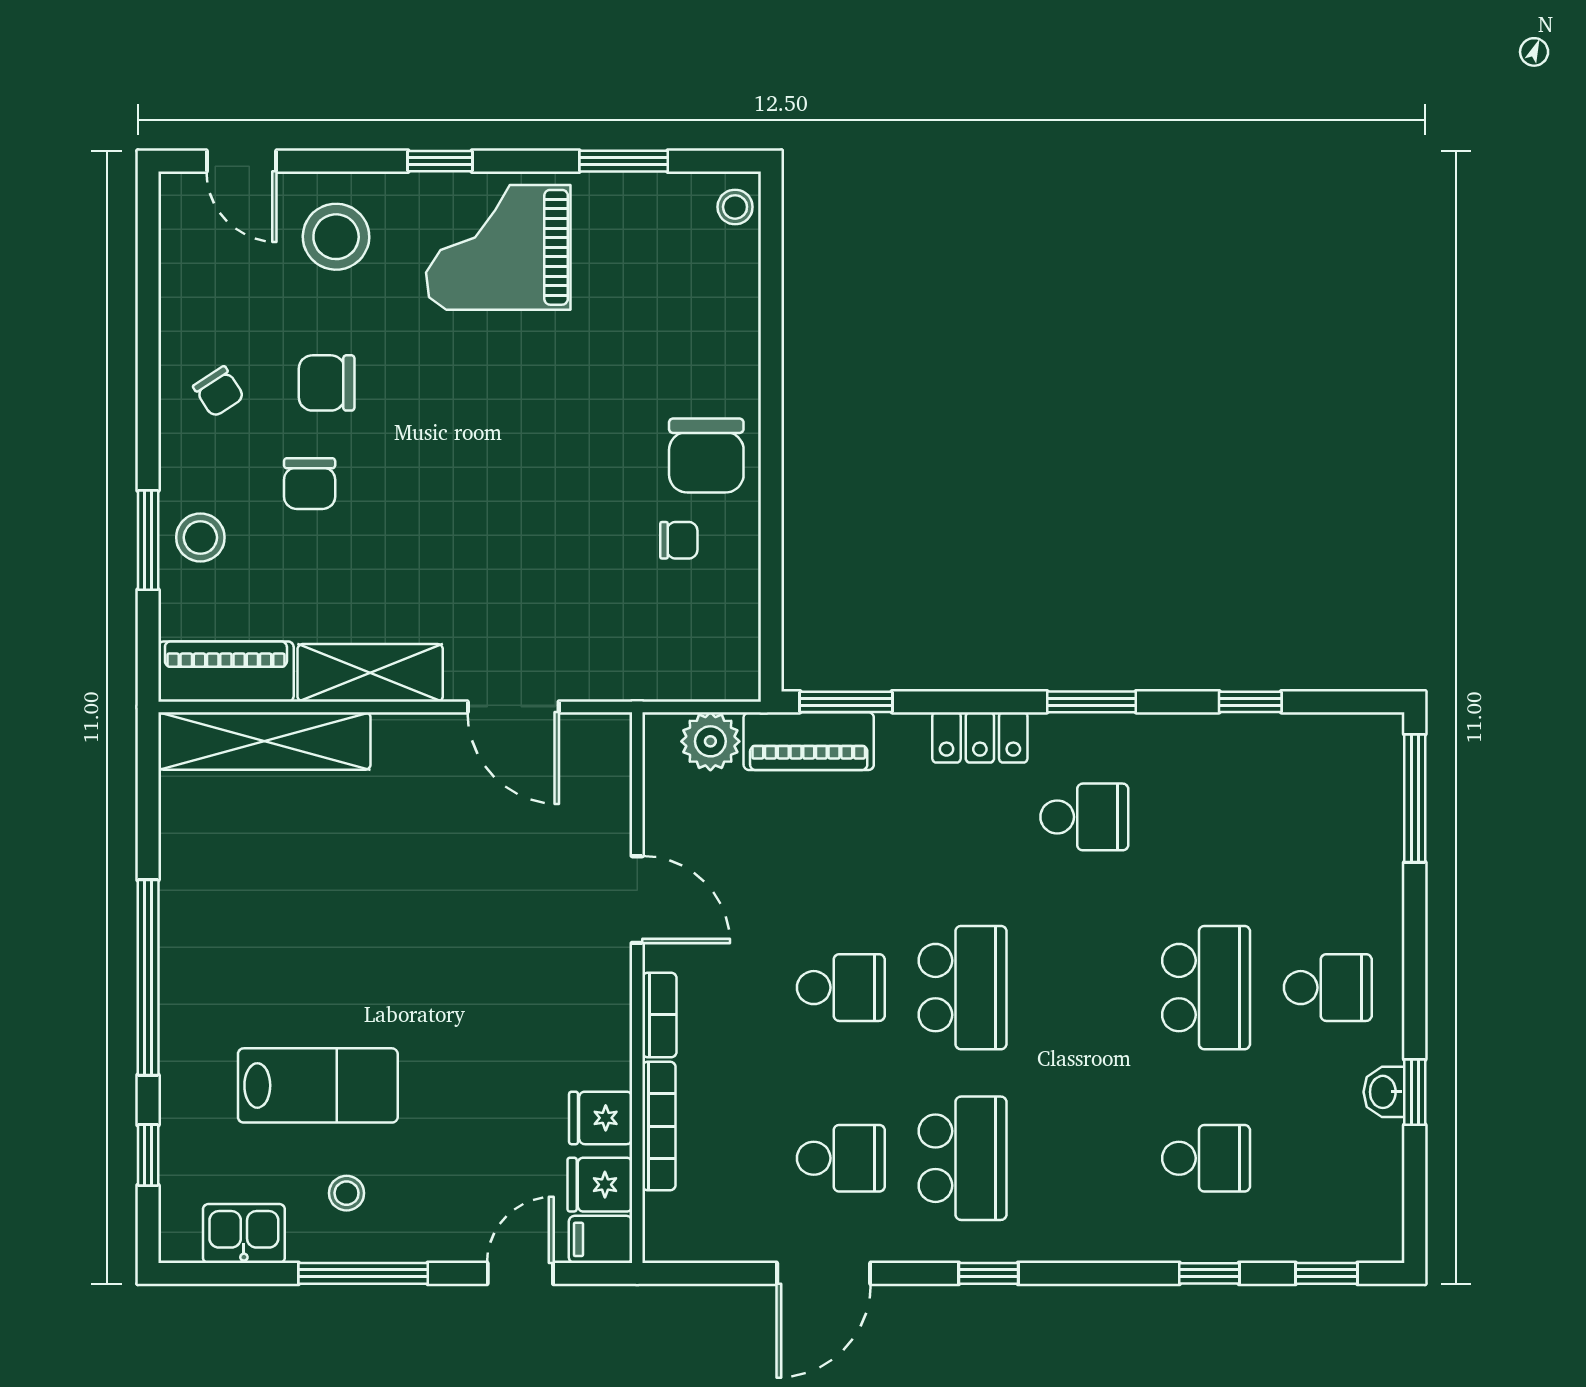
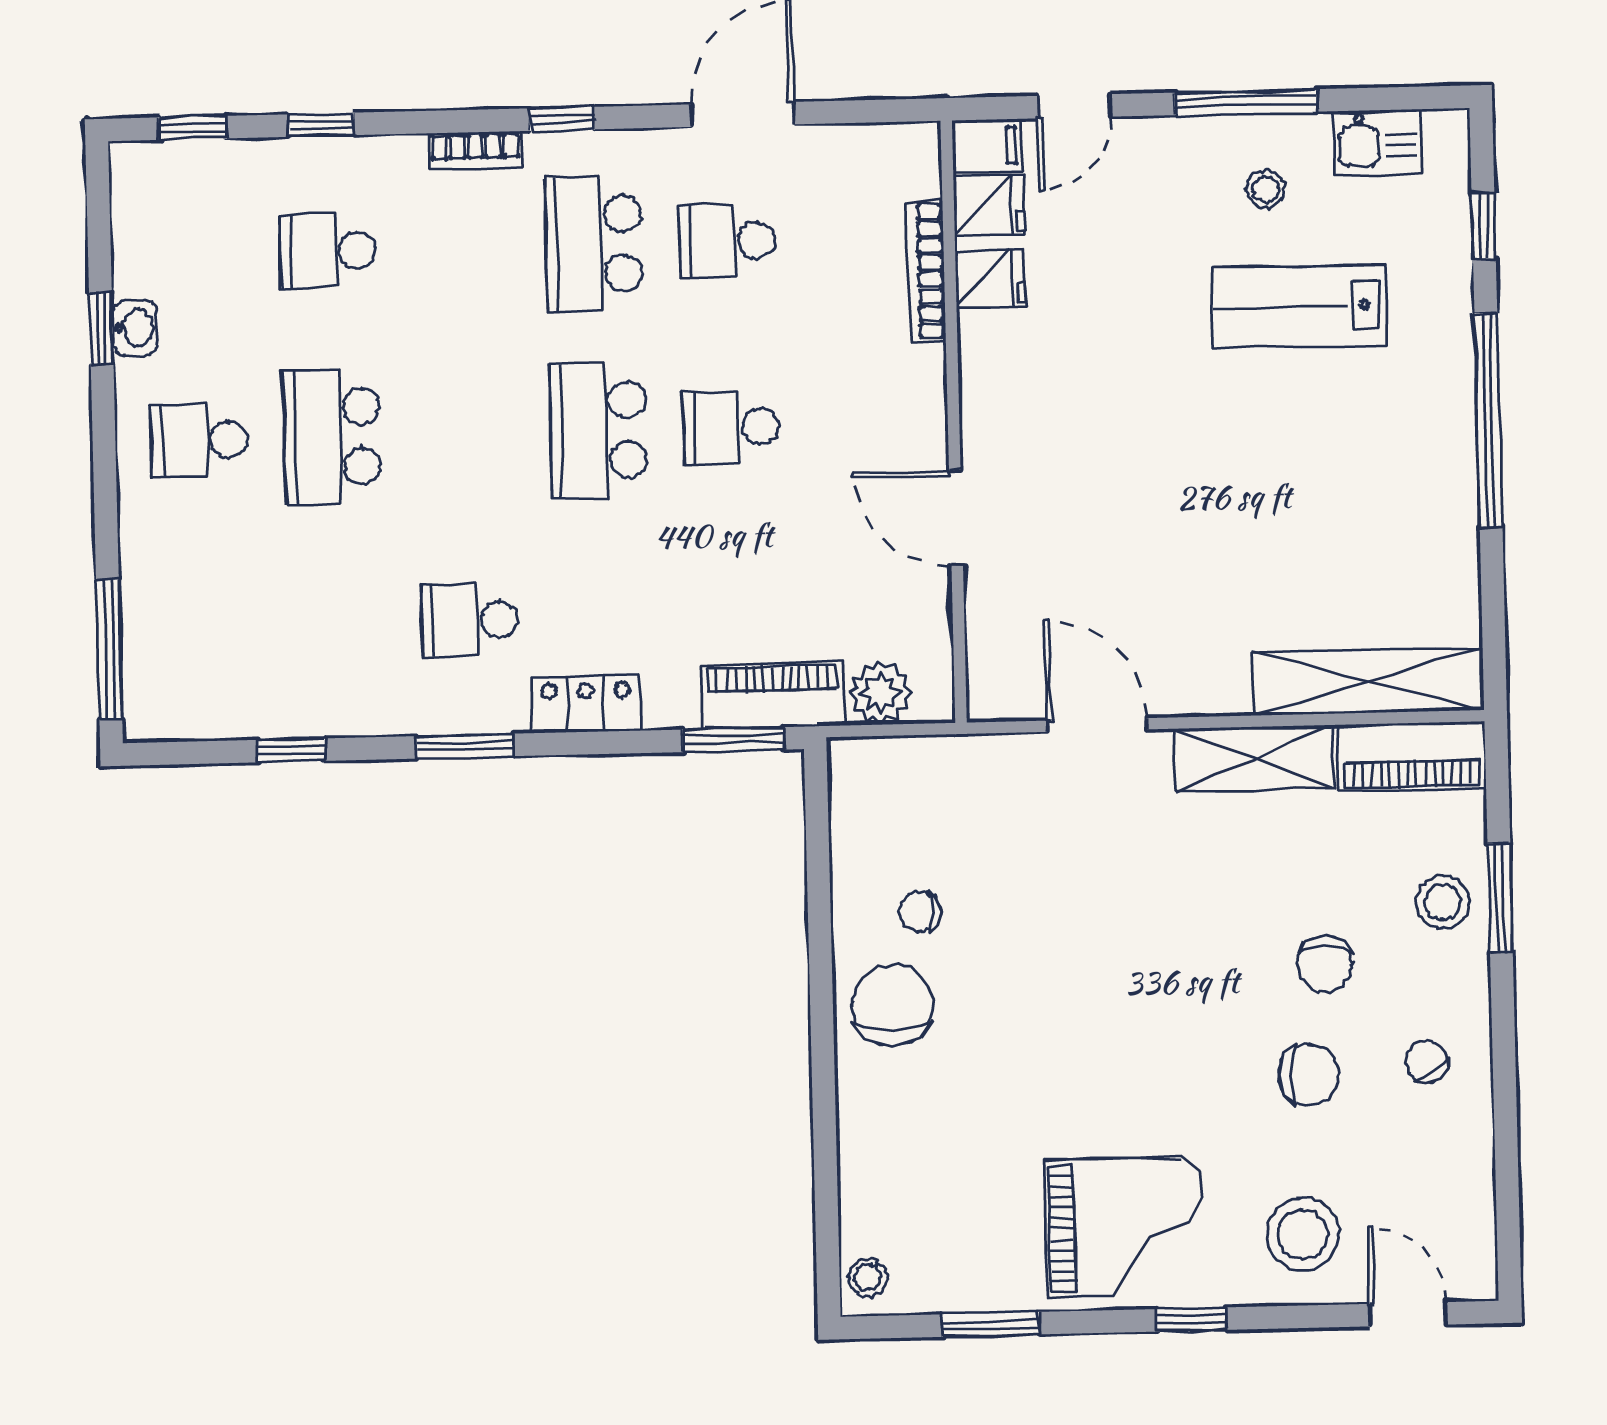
chair: (310, 484) -> (1325, 964), turned 180
bookcase: (659, 1015) -> (475, 151), moved, turned -90

